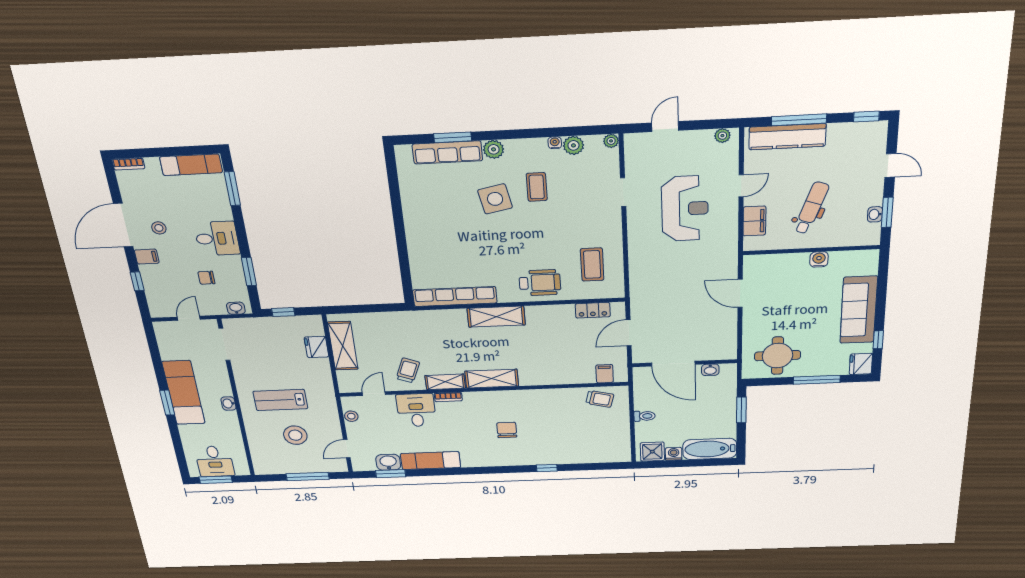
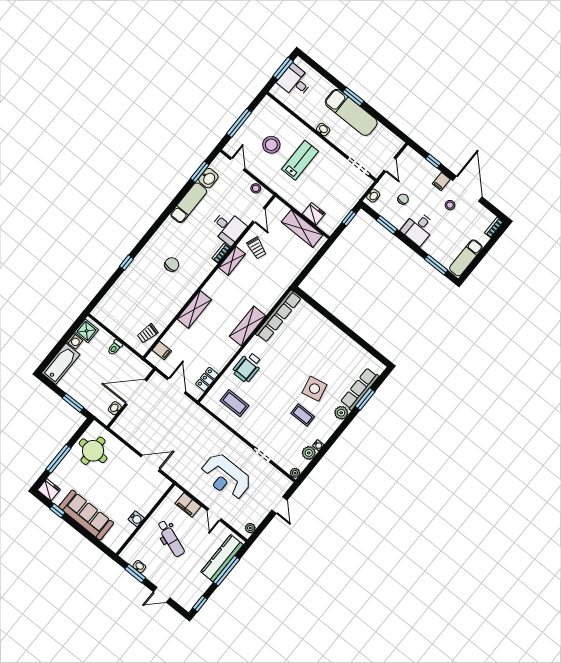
shelving: (492, 379) -> (194, 309), moved
chair: (507, 430) -> (172, 264), turned -90

